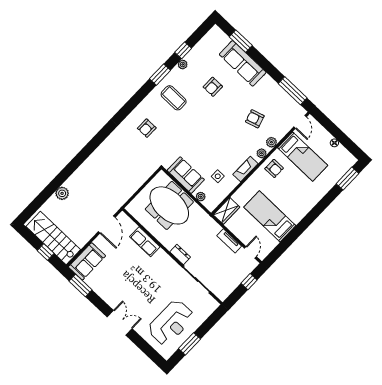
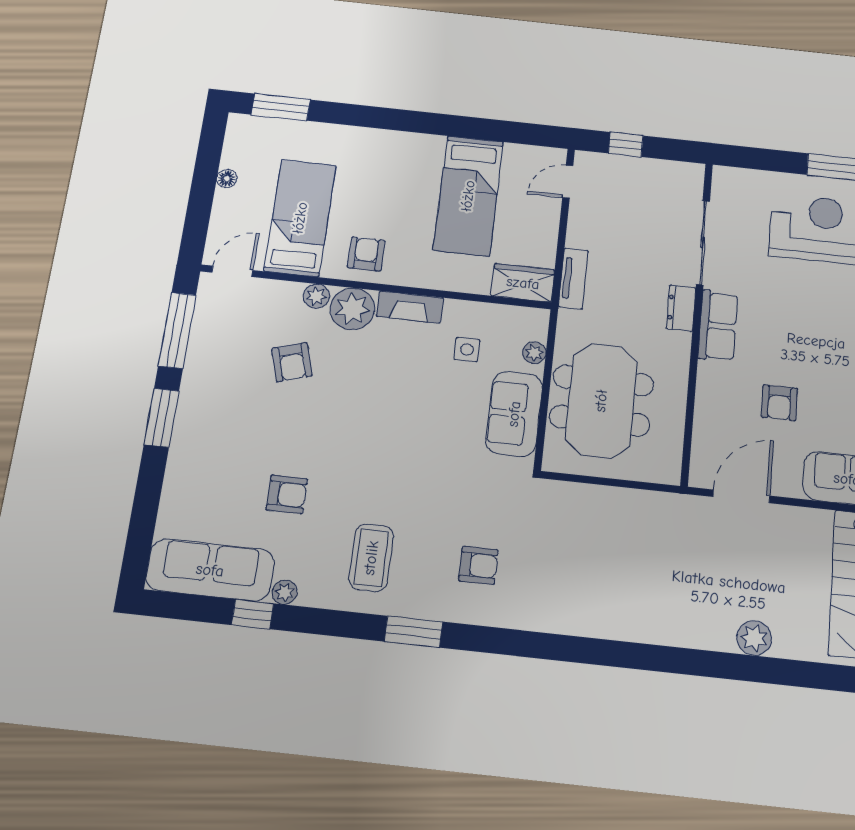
window: (241, 41) -> (162, 418), moved
sofa: (243, 63) -> (210, 570), moved, turned -90
window: (160, 75) -> (414, 632), moved
plant: (262, 153) -> (352, 309), width x1.88, depth x1.88
tv unit: (229, 241) -> (573, 278), moved
row of seats: (145, 242) -> (718, 326), moved
armchair: (126, 260) -> (779, 403), added

